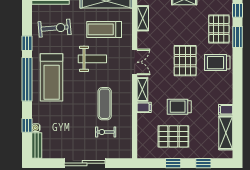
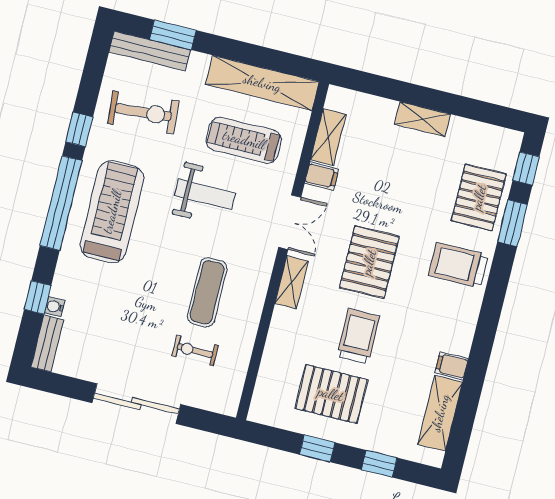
pallet: (185, 61) -> (369, 262), moved
treadmill: (52, 77) -> (112, 212), turned 180
filing cabinet: (144, 107) -> (322, 176), moved
trolley: (179, 107) -> (358, 336), turned 90

